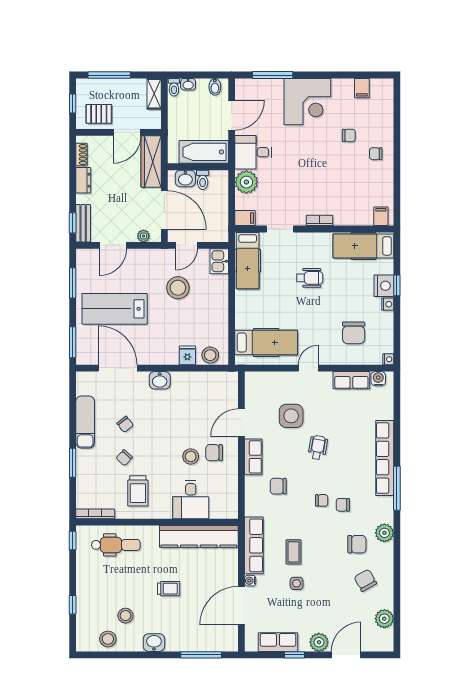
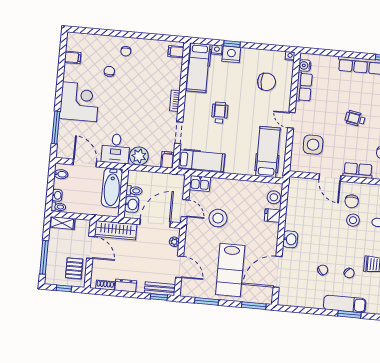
nightstand: (388, 304) -> (217, 50), moved
side table: (291, 416) -> (313, 145), moved
exam couch: (85, 422) -> (345, 304), moved

